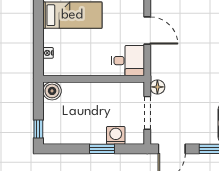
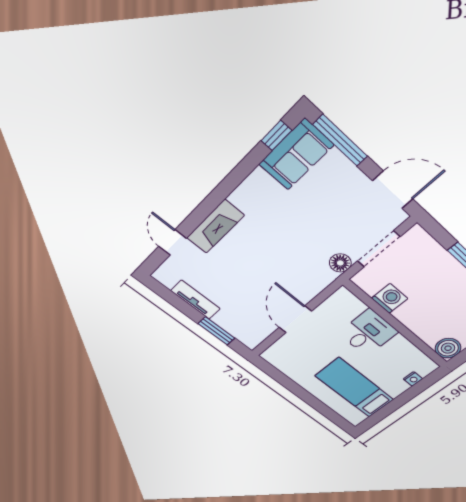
desk: (128, 61) -> (368, 333), moved, turned 90
washing machine: (116, 135) -> (390, 298), moved, turned 180

